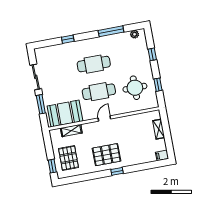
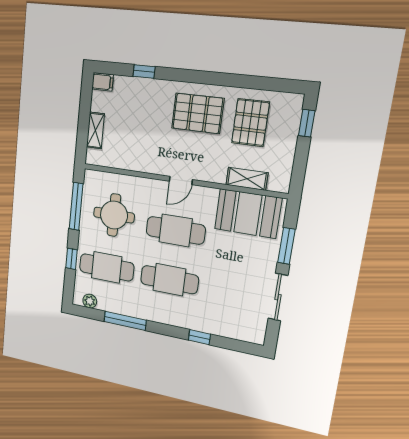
cafe table: (130, 57) -> (107, 267), added
window: (158, 85) -> (76, 206), width x2.17
pallet: (68, 158) -> (250, 123), moved
window: (117, 171) -> (144, 71), moved

